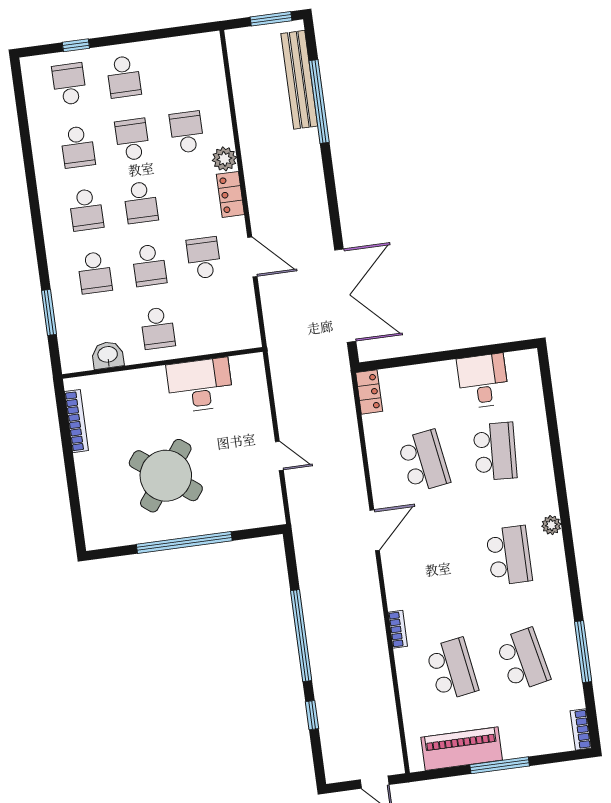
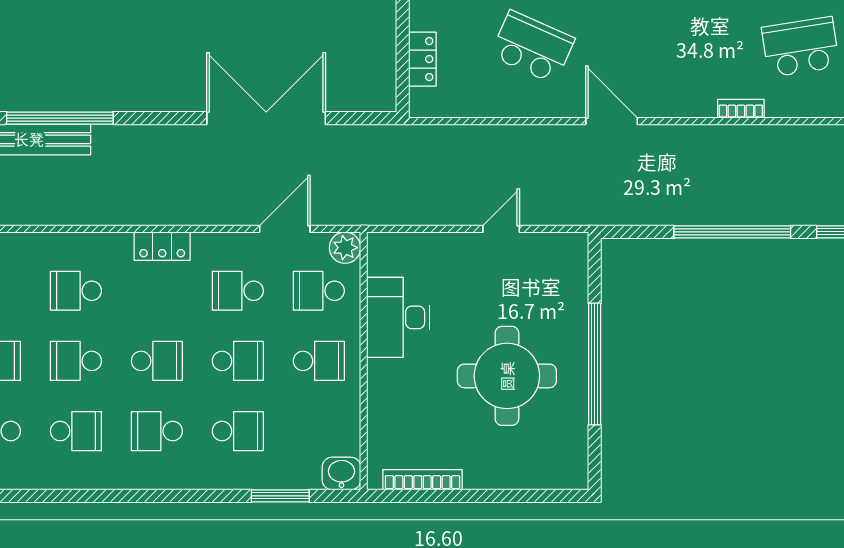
plant: (224, 159) -> (345, 248), moved
school desk: (86, 210) -> (157, 431), turned 180
door: (252, 257) -> (285, 229), moved
double door: (345, 296) -> (266, 118), moved
school desk: (212, 321) -> (319, 291), added
washbasin: (108, 355) -> (341, 474), moved, turned 90
locker: (369, 392) -> (422, 59), moved, turned 90
school desk: (424, 461) -> (532, 47), turned 33
round table: (166, 476) -> (507, 376), turned -37

